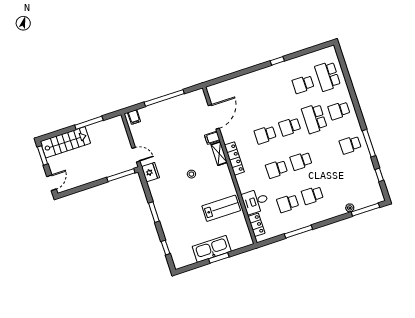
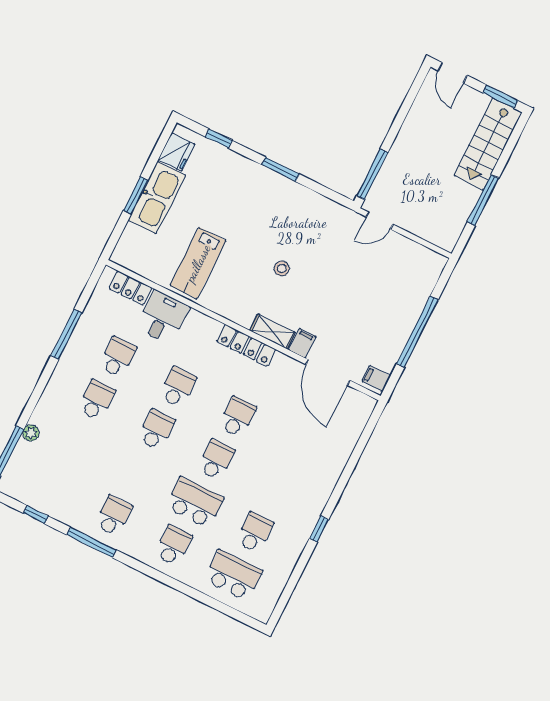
filing cabinet: (134, 117) -> (376, 378), moved
fridge: (150, 172) -> (176, 152), moved, turned -90

